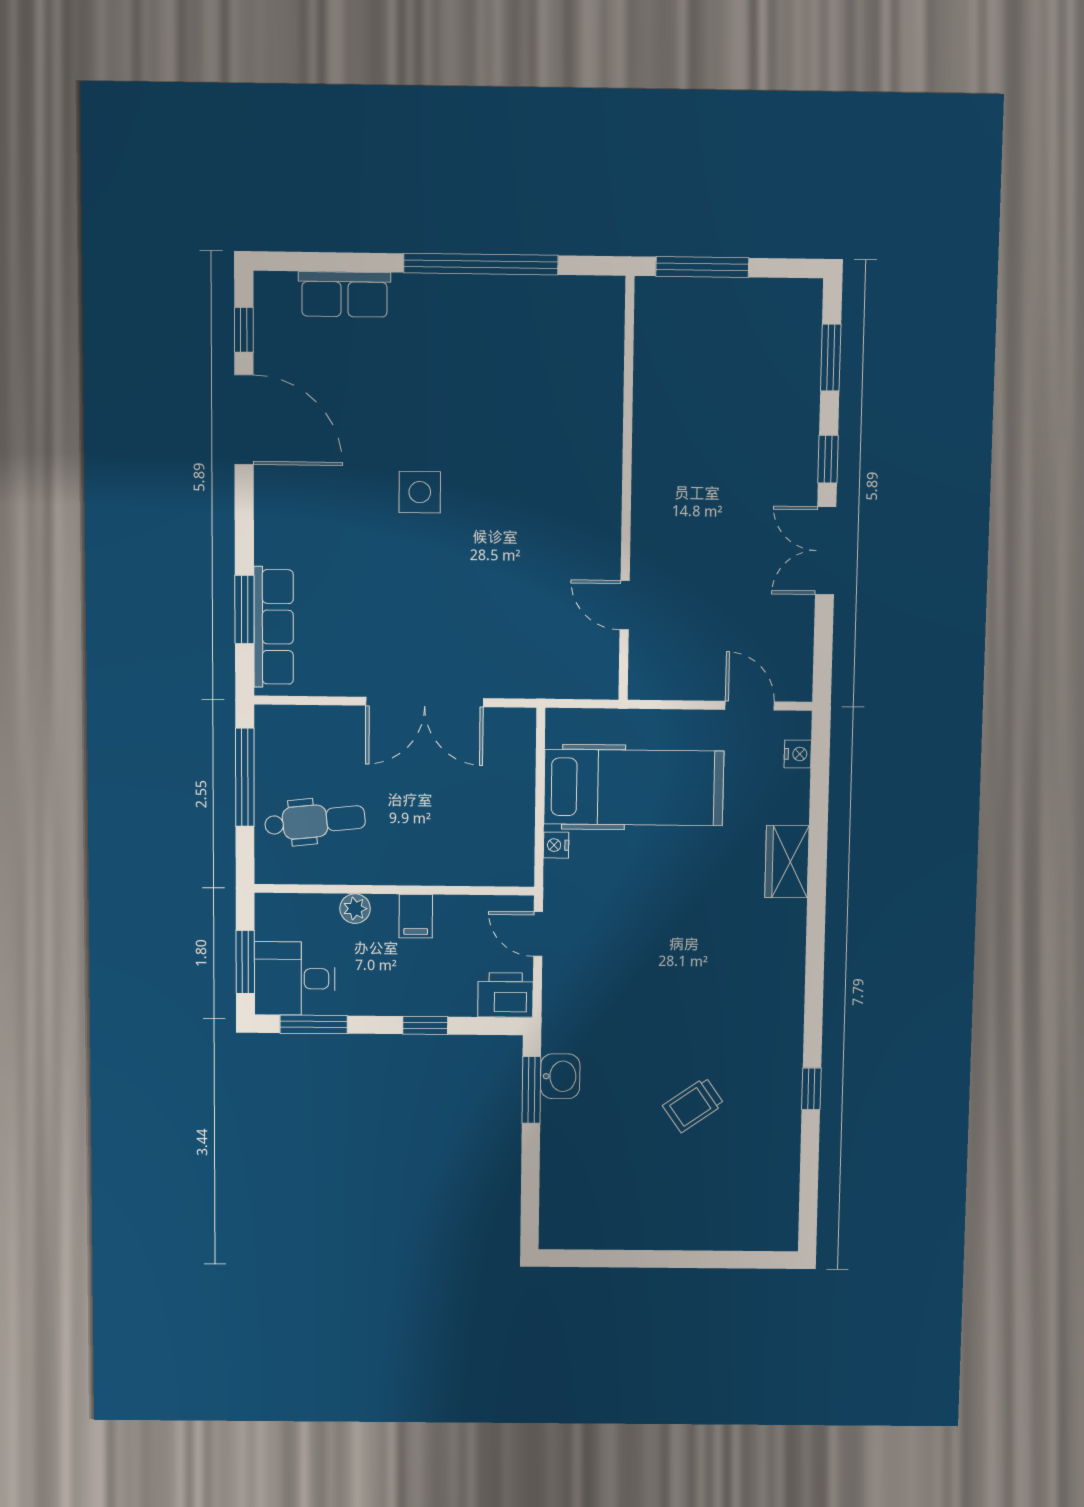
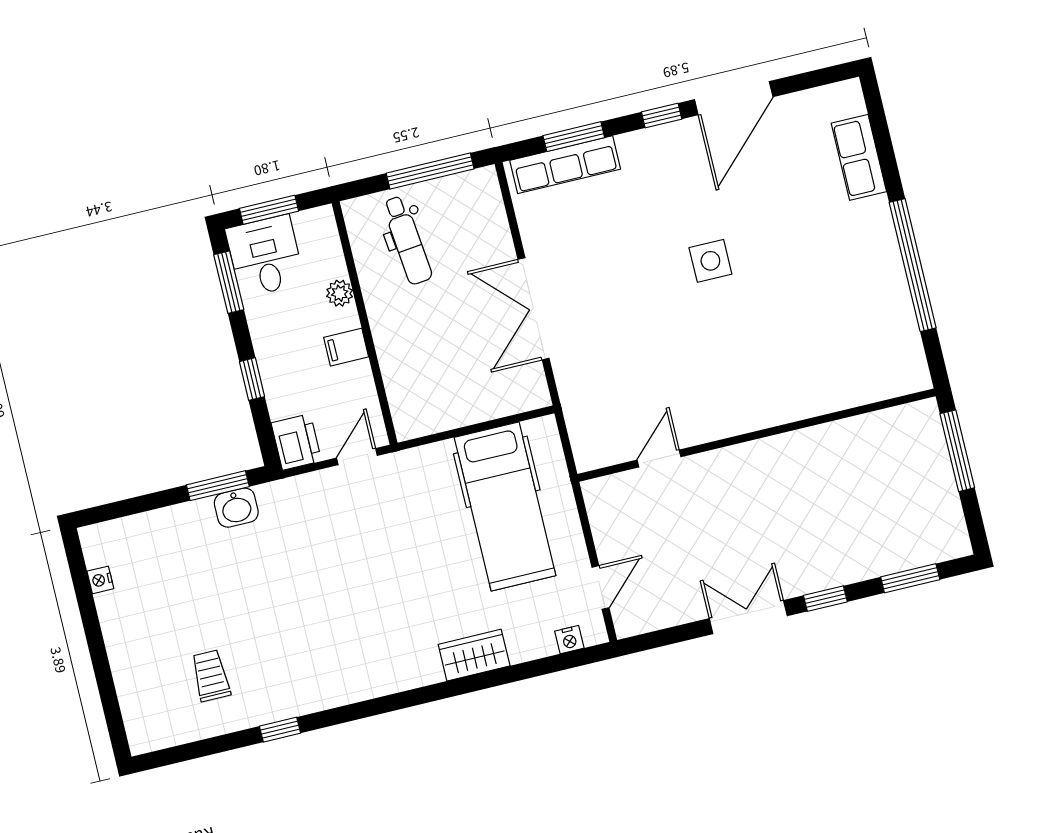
window: (244, 330) -> (662, 116), moved
nightstand: (556, 845) -> (100, 580), moved, turned -90
trolley: (693, 1105) -> (211, 676), moved, turned 35

